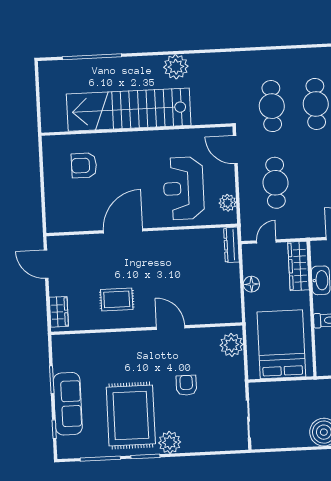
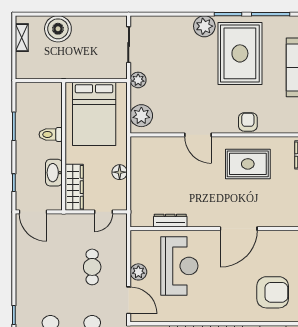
armchair: (84, 165) -> (273, 292), width x1.36, depth x1.36
cafe table: (276, 183) -> (92, 267), width x0.73, depth x0.74
plant: (228, 203) -> (138, 272), moved
dresser: (231, 245) -> (170, 221), moved, turned -90
rug: (117, 299) -> (248, 164), width x1.36, depth x1.43
plant: (237, 382) -> (138, 80), added
armchair: (186, 385) -> (248, 122), moved, turned 180

